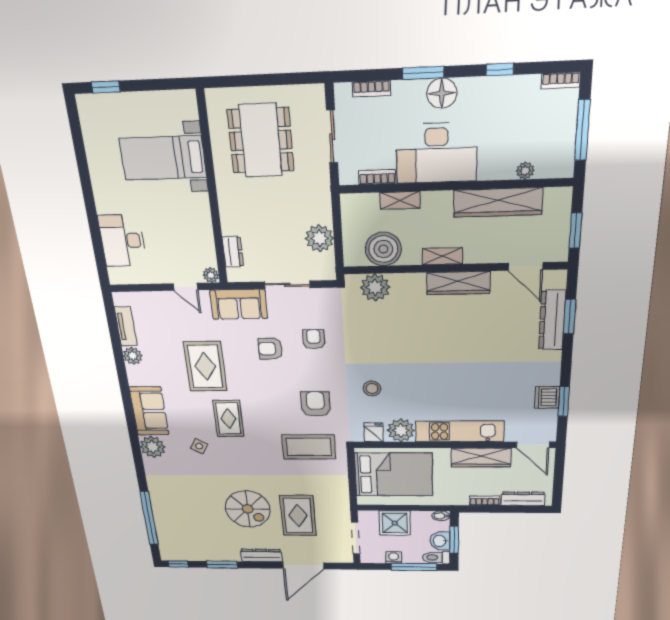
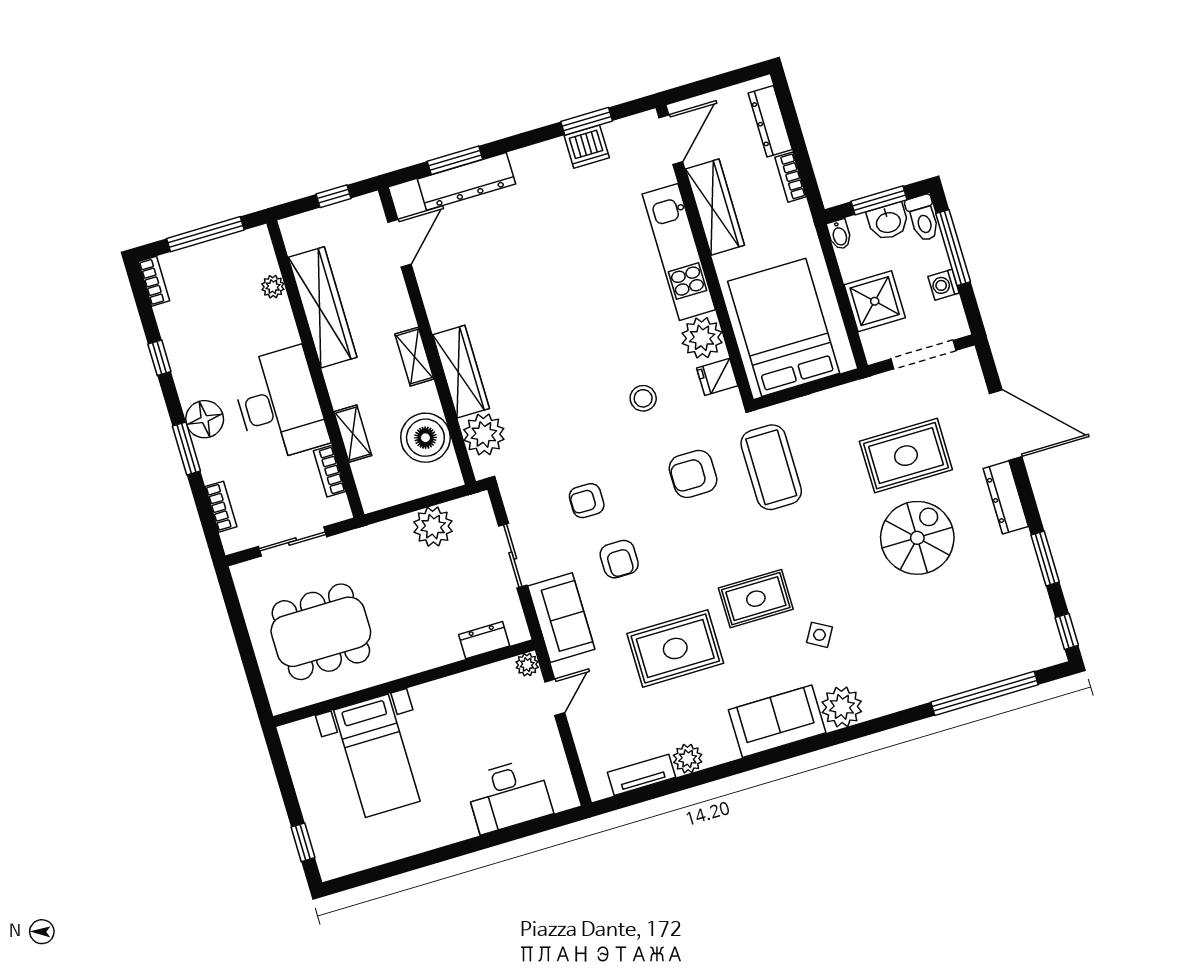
window: (575, 231) -> (334, 196), width x0.67
wardrobe: (458, 283) -> (461, 372), moved

